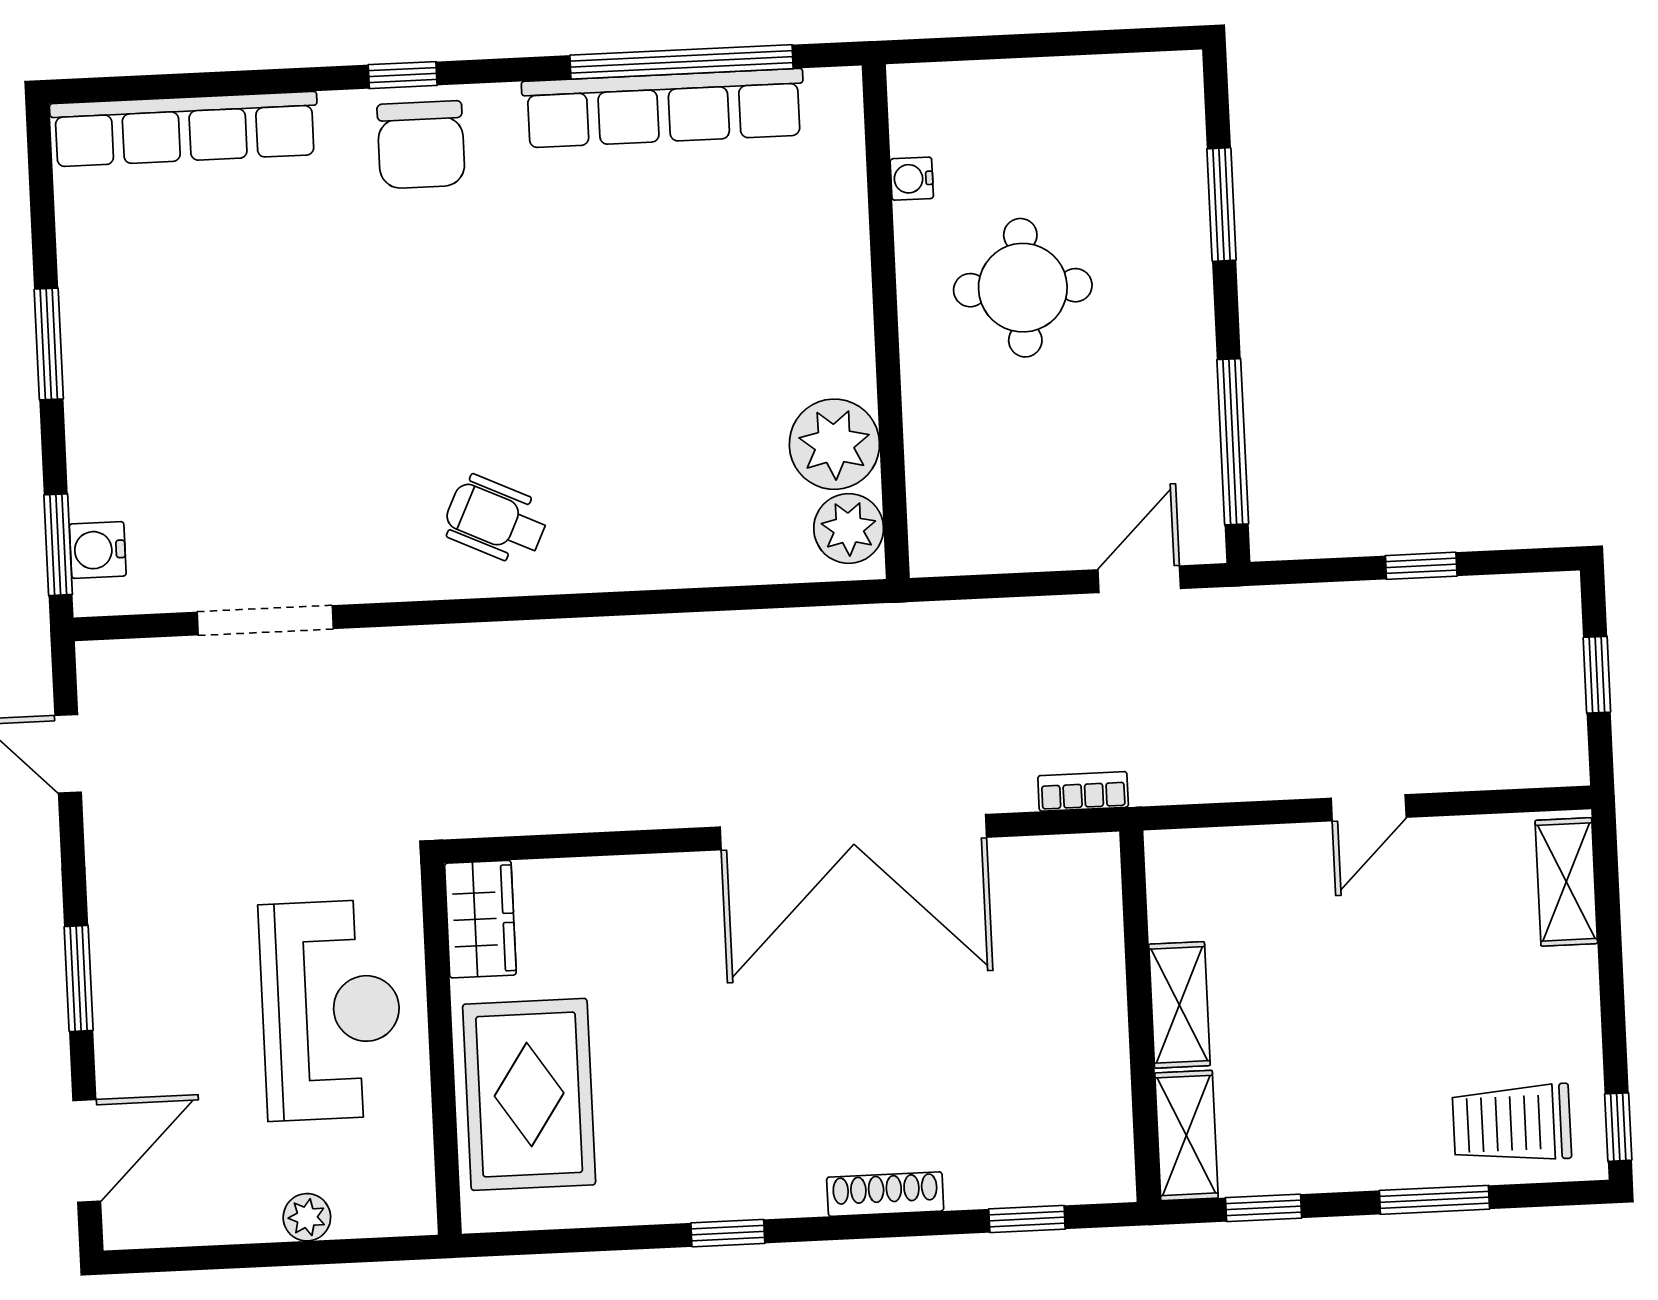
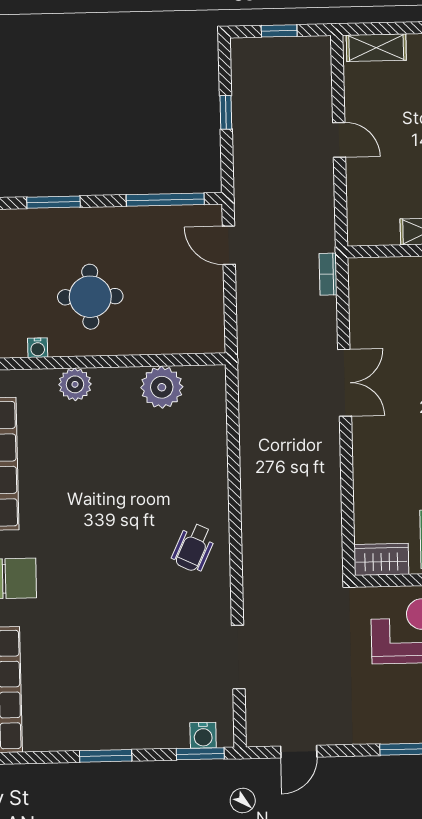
plant: (849, 528) -> (75, 384), moved
double door: (853, 832) -> (345, 383), width x0.54

